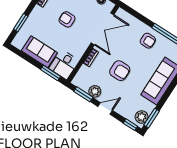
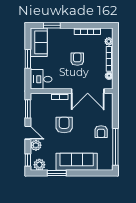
sofa: (39, 52) -> (39, 42), moved
armchair: (120, 71) -> (64, 125), turned 180
window: (50, 73) -> (28, 59), moved
plant: (95, 91) -> (36, 145), moved
window: (152, 118) -> (57, 173), moved

